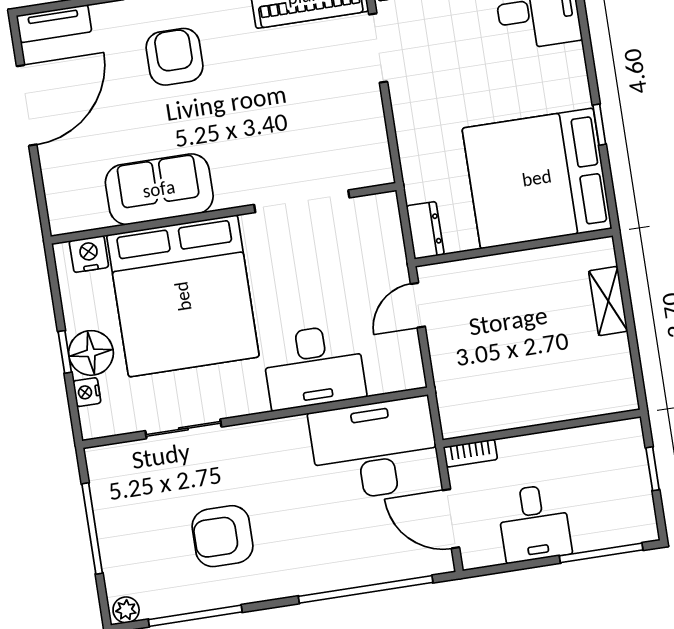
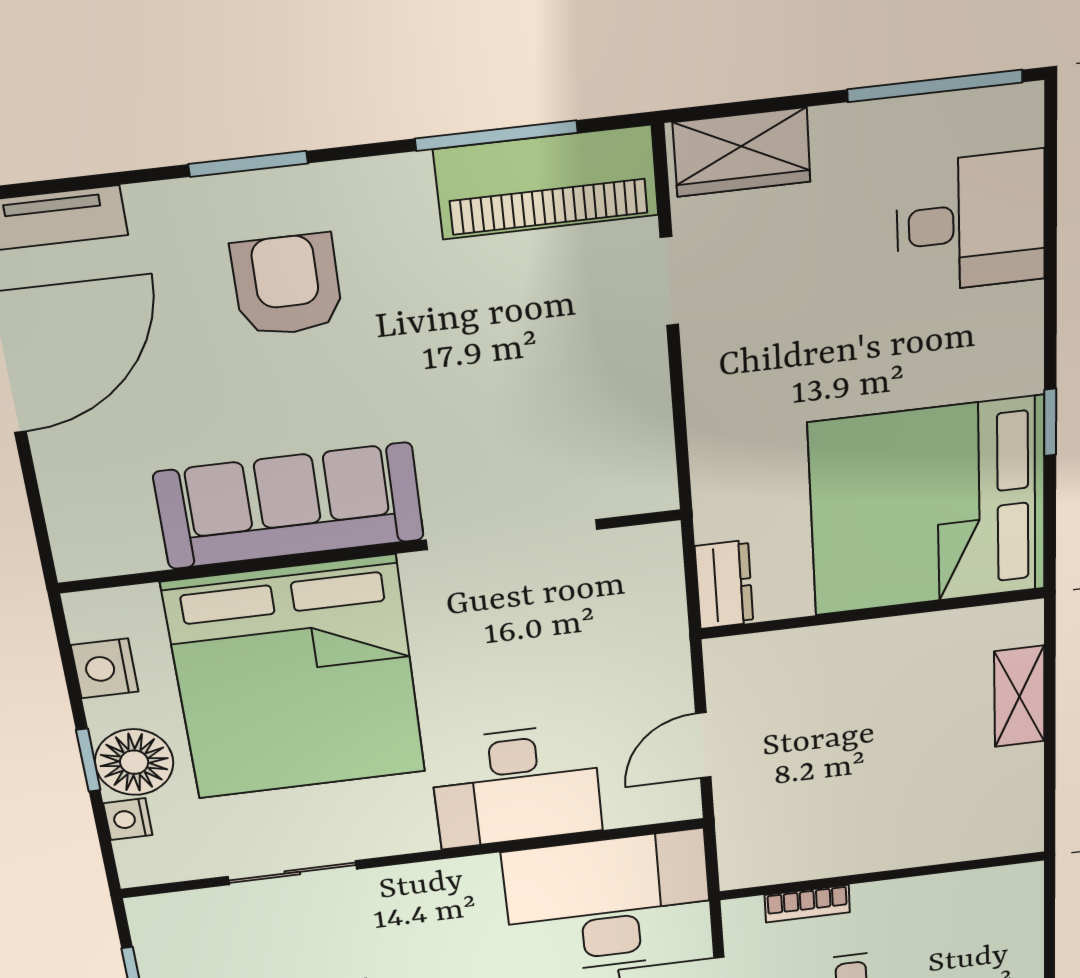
doorway: (378, 48) -> (669, 281), width x0.73
sofa: (159, 189) -> (289, 506), width x1.36
nightstand: (89, 254) -> (105, 668), moved, turned -90
door: (418, 305) -> (703, 745), moved
bookcase: (470, 453) -> (807, 904), moved
window: (653, 469) -> (1049, 931), removed

